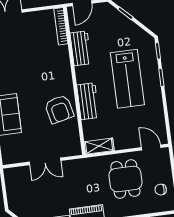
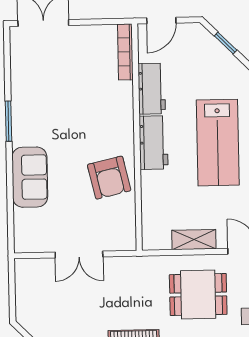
workbench: (88, 101) -> (153, 143), moved
shelving: (99, 146) -> (194, 240), moved
dining table: (125, 179) -> (198, 295), turned 90

